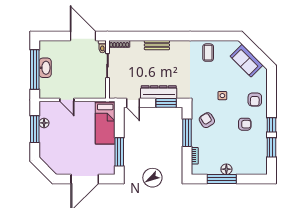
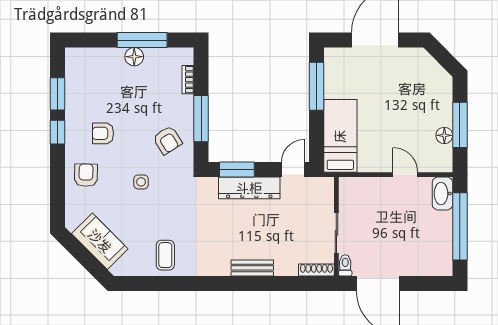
washbasin: (45, 68) -> (442, 194), moved
door: (133, 103) -> (293, 170), hinge flipped

